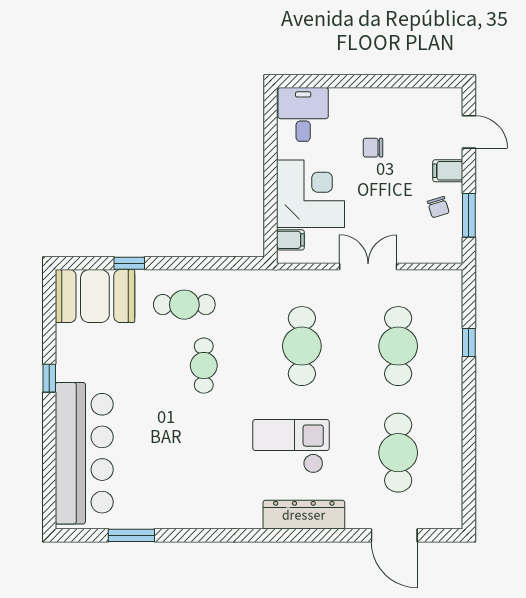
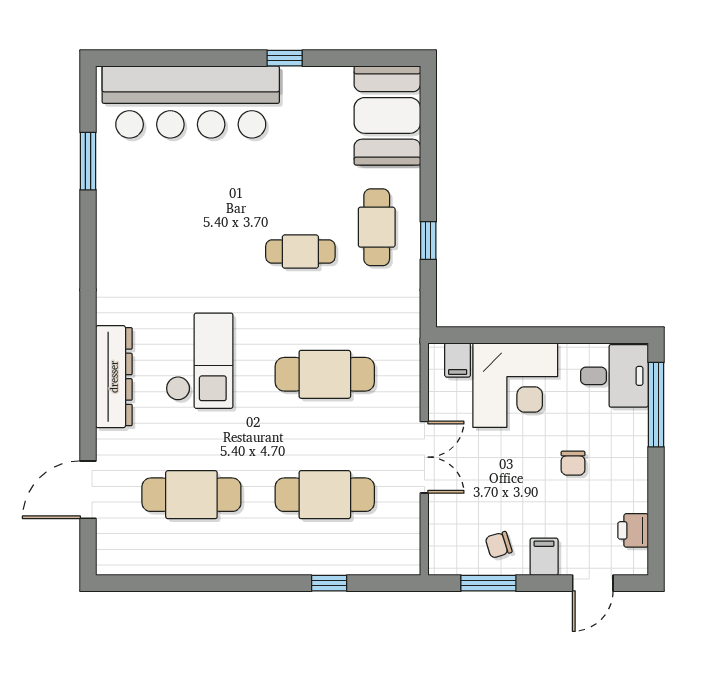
window: (326, 81) -> (656, 405), added
printer: (427, 100) -> (633, 530), added
chair: (373, 148) -> (573, 463), turned 180
window: (129, 263) -> (428, 240), moved

